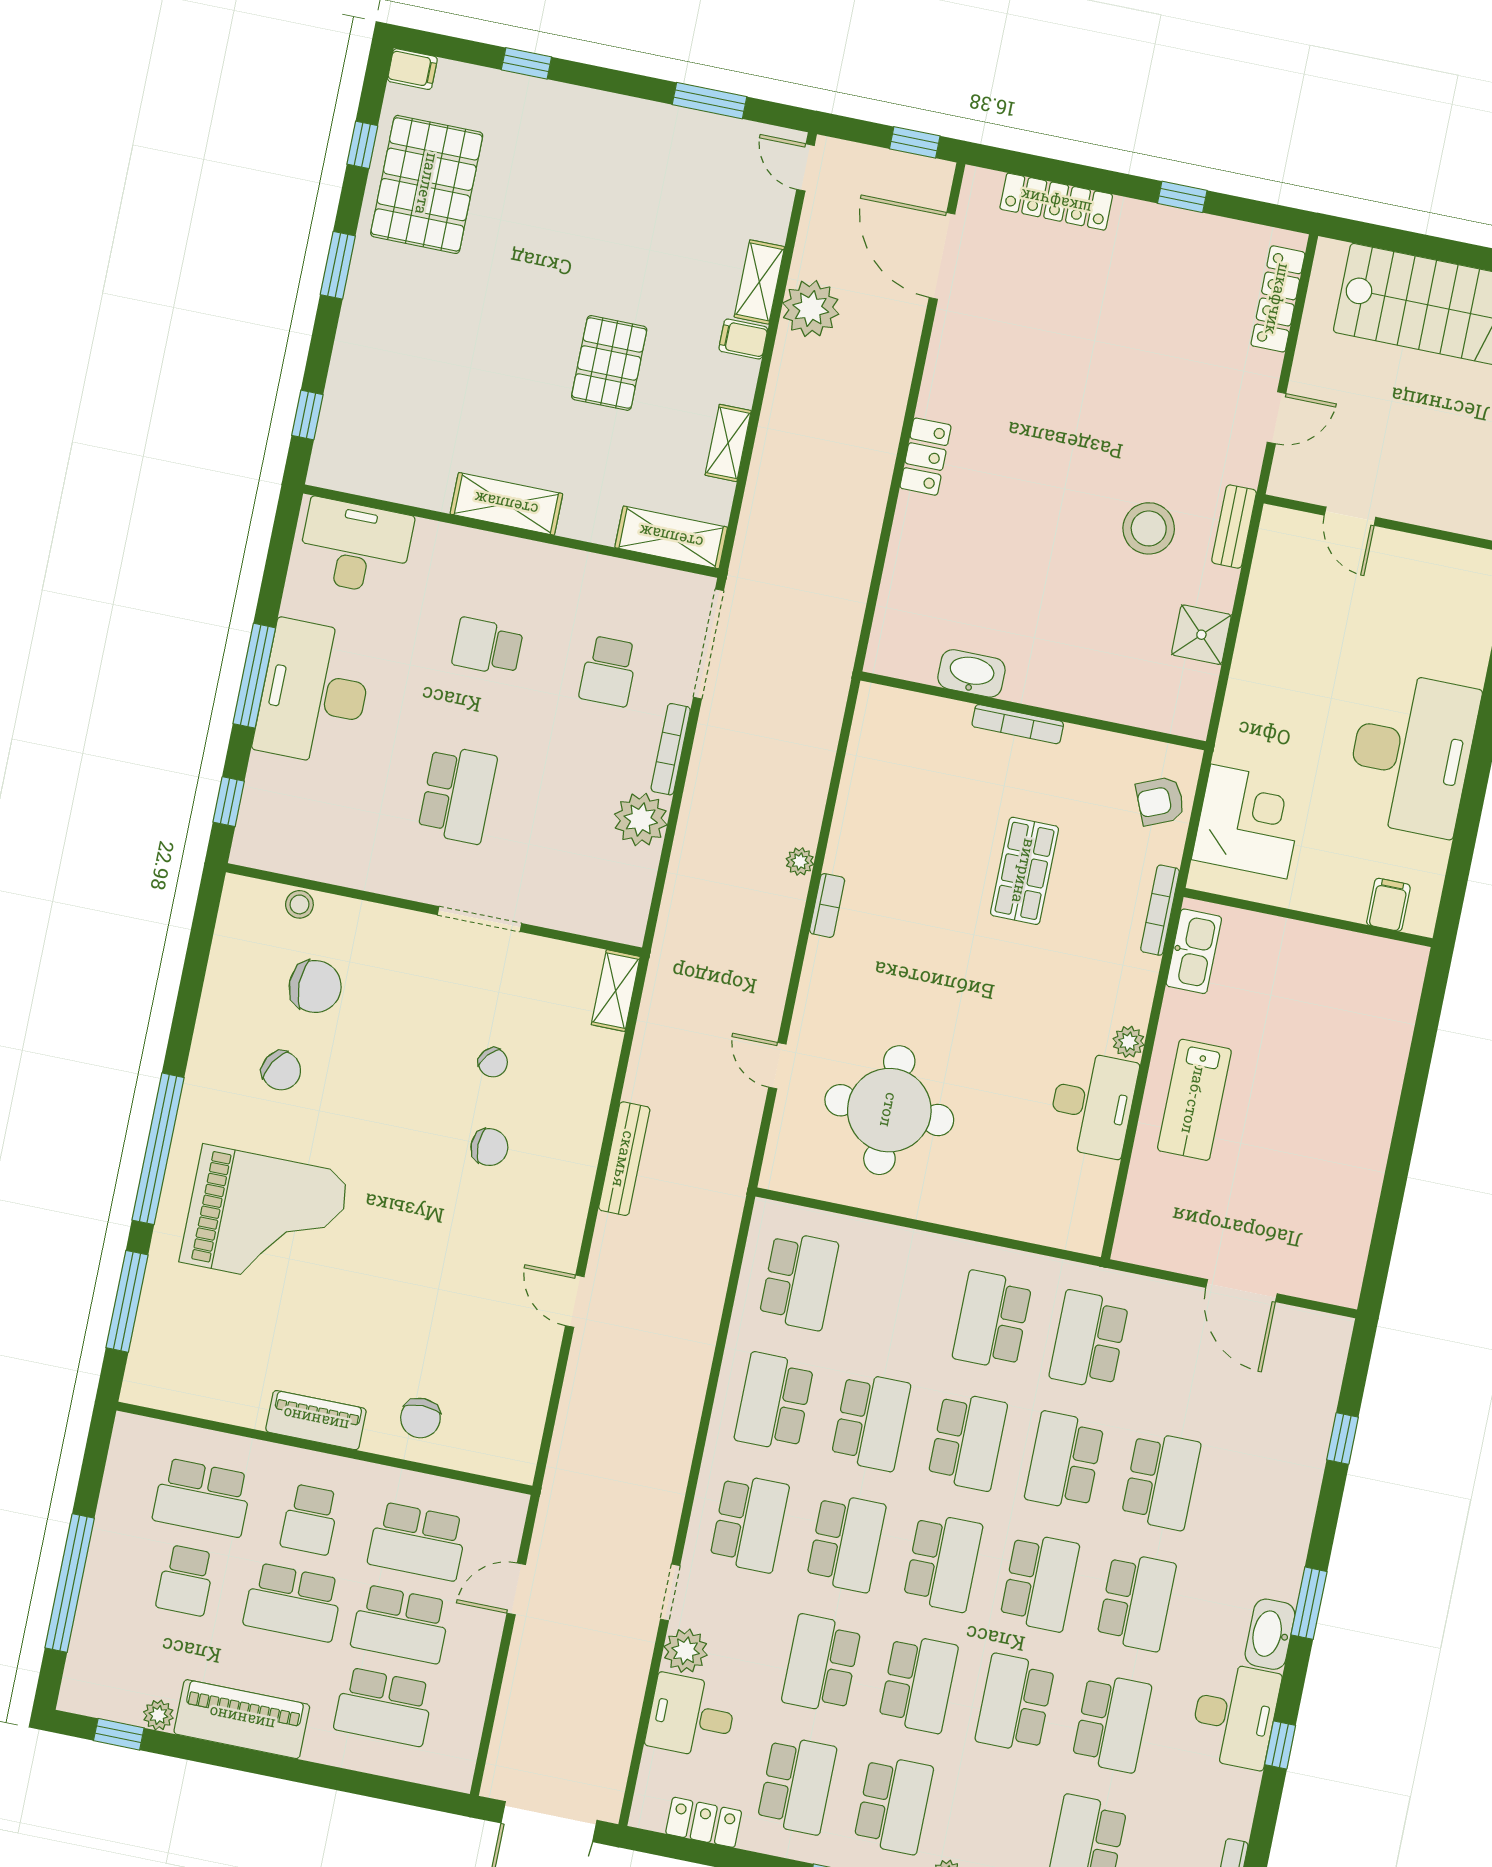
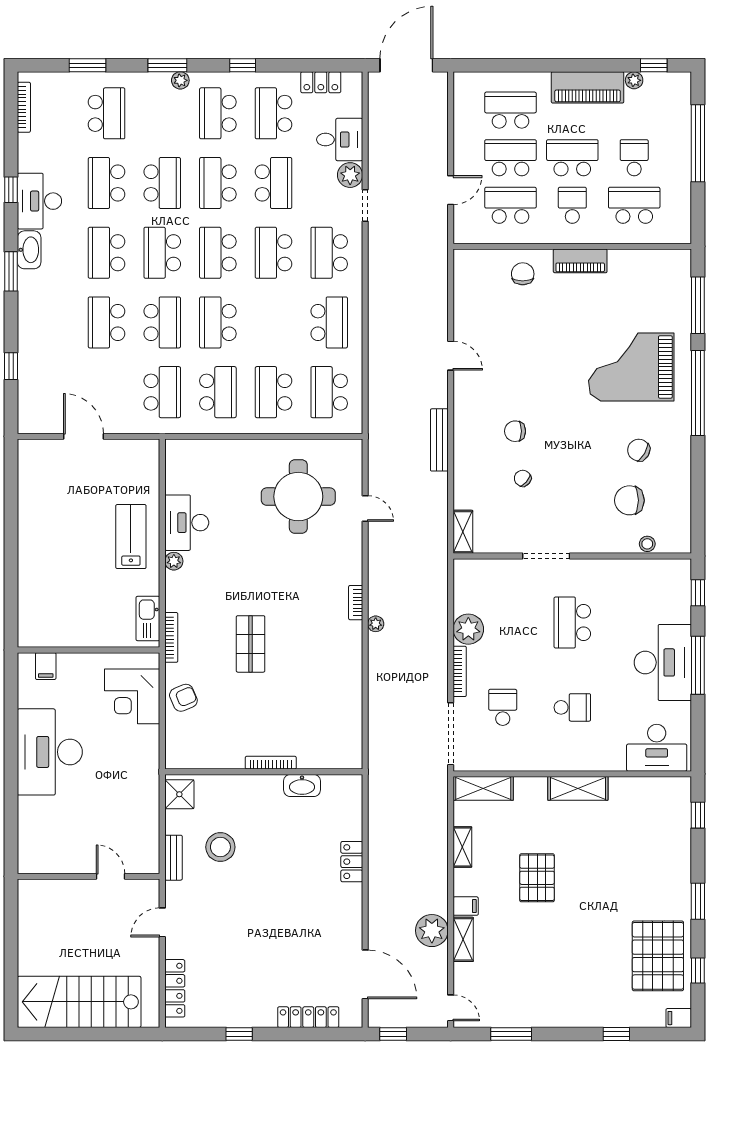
washbasin: (971, 673) -> (302, 785), moved
wall: (1033, 711) -> (264, 772), moved
bookcase: (1018, 724) -> (271, 763), moved
school desk: (871, 1422) -> (274, 392), moved

